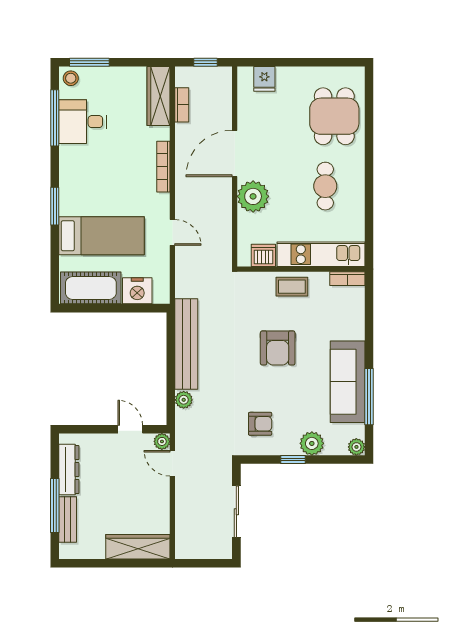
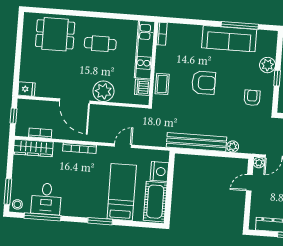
fridge: (264, 79) -> (26, 89), moved
coffee table: (292, 287) -> (162, 84), moved
plant: (356, 447) -> (272, 36), removed

